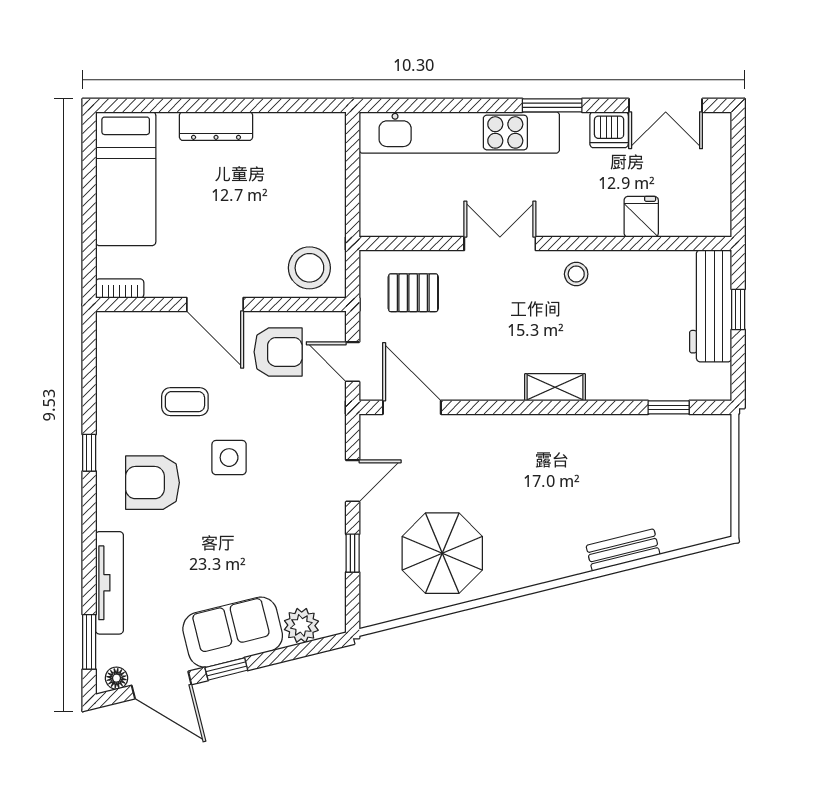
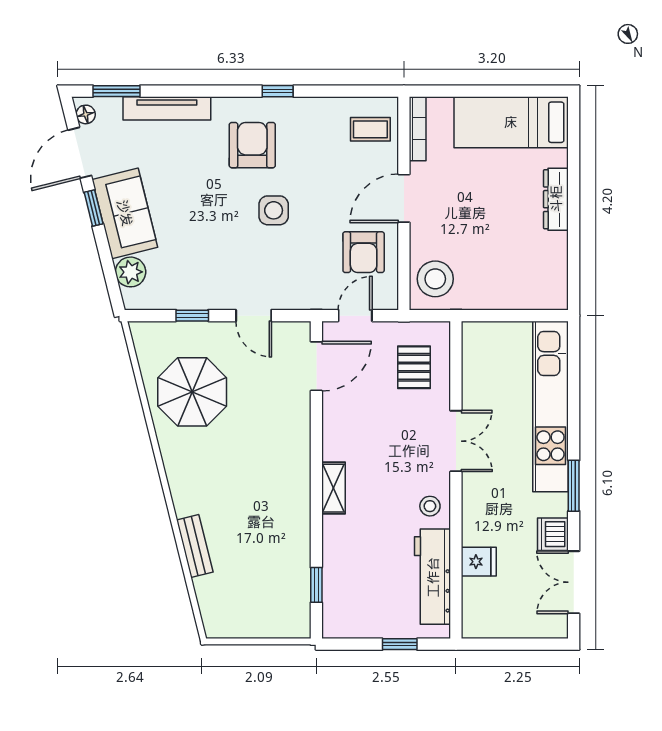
bookcase: (120, 288) -> (418, 129), width x1.56
workbench: (711, 306) -> (433, 577), moved, turned -90
coffee table: (185, 402) -> (370, 129), moved, turned 90

